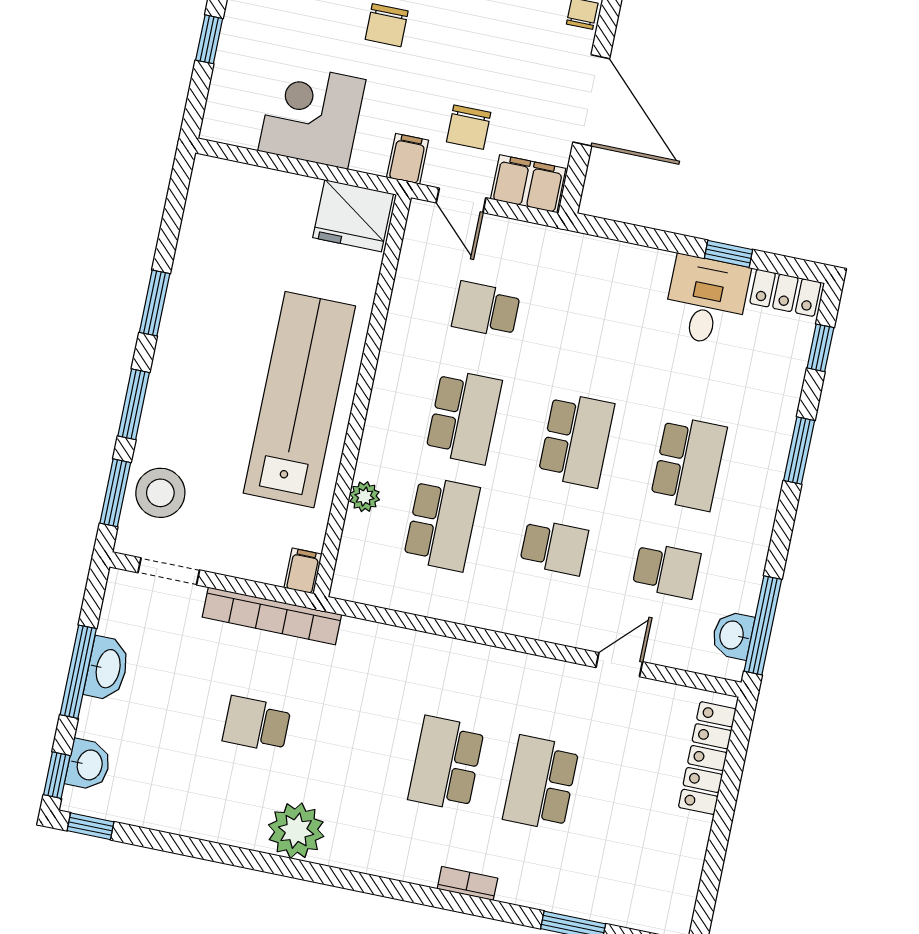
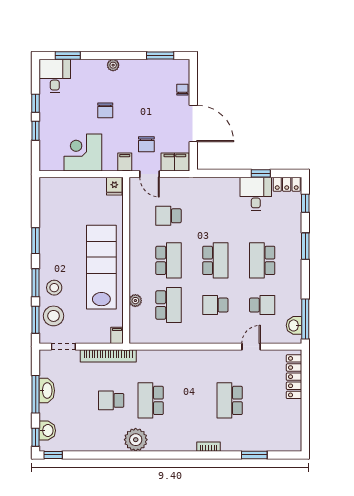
fridge: (353, 216) -> (114, 186), width x0.53, depth x0.75
stool: (176, 425) -> (54, 288), added
school desk: (689, 463) -> (262, 260), turned 180
school desk: (554, 547) -> (215, 305), turned 180
school desk: (446, 763) -> (151, 400), moved

